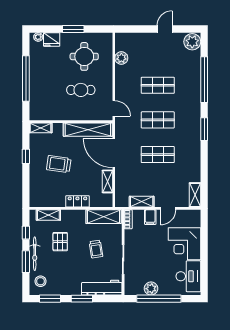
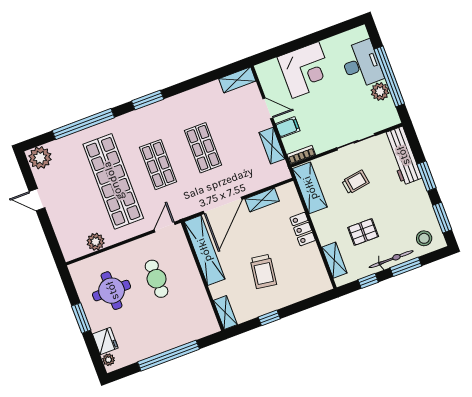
shop shelf: (158, 85) -> (113, 181), width x2.00, depth x1.36
desk: (188, 276) -> (362, 64), moved, turned 90

